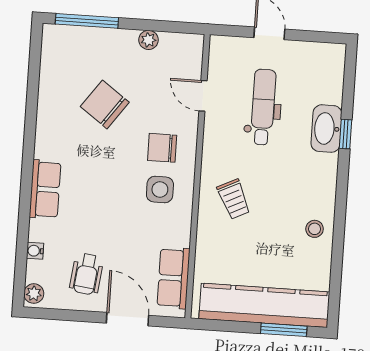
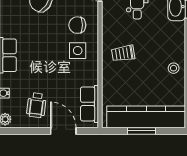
trolley: (234, 199) -> (123, 53), turned 107
window: (284, 330) -> (142, 131), moved

